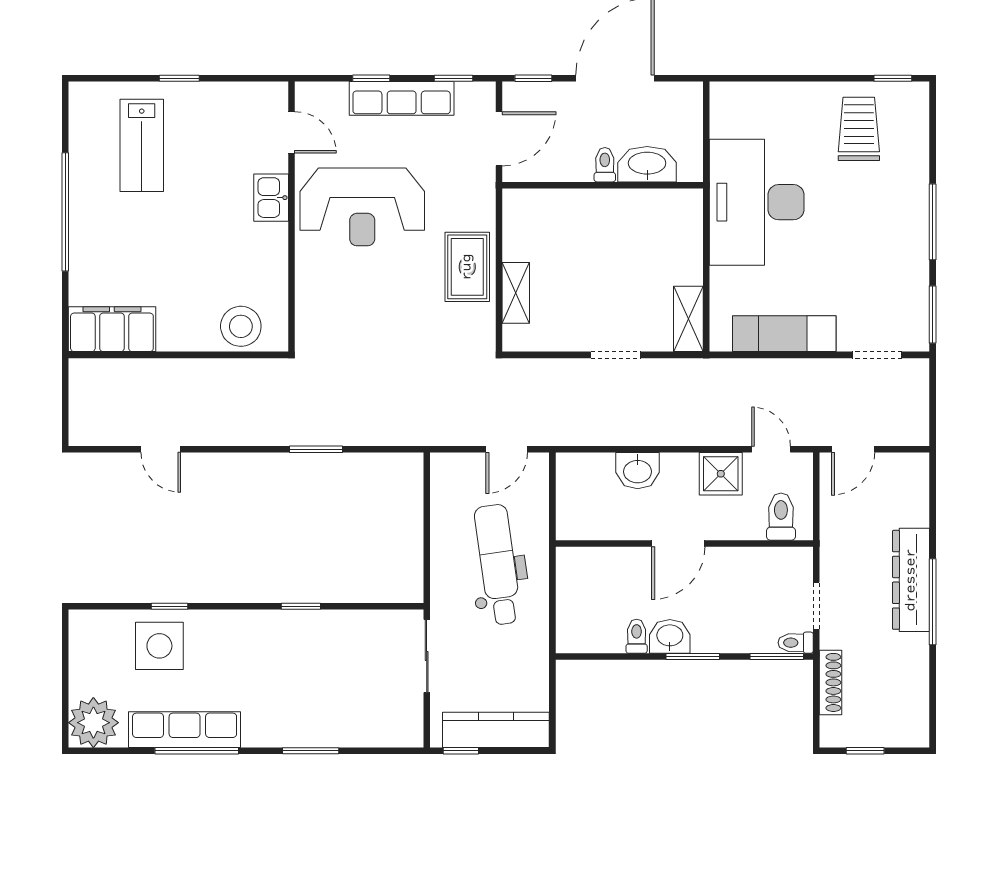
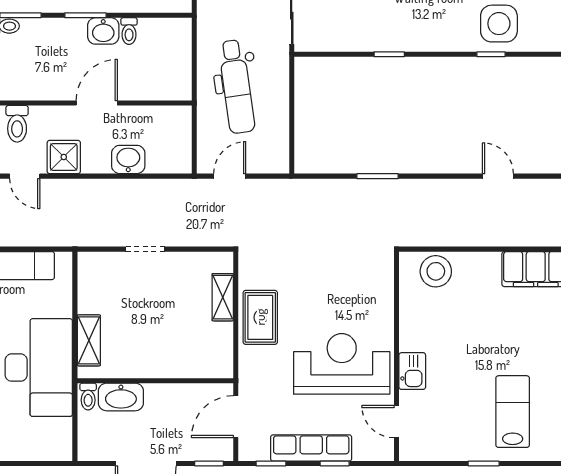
toilet: (605, 165) -> (88, 397), moved
shelving: (688, 319) -> (89, 340), moved

